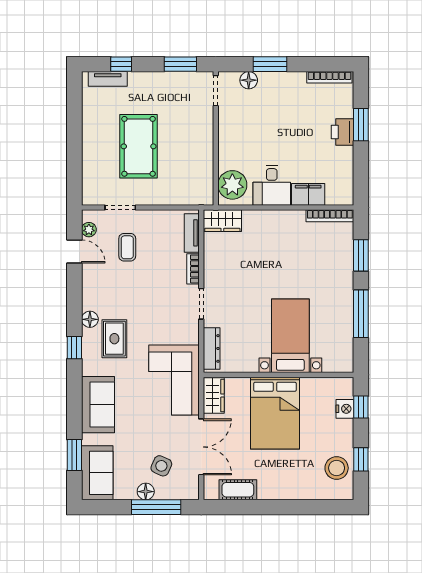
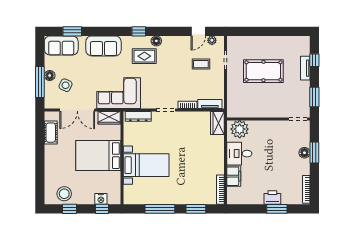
tv unit: (108, 79) -> (305, 68), moved
floor lamp: (249, 80) -> (304, 153), moved

